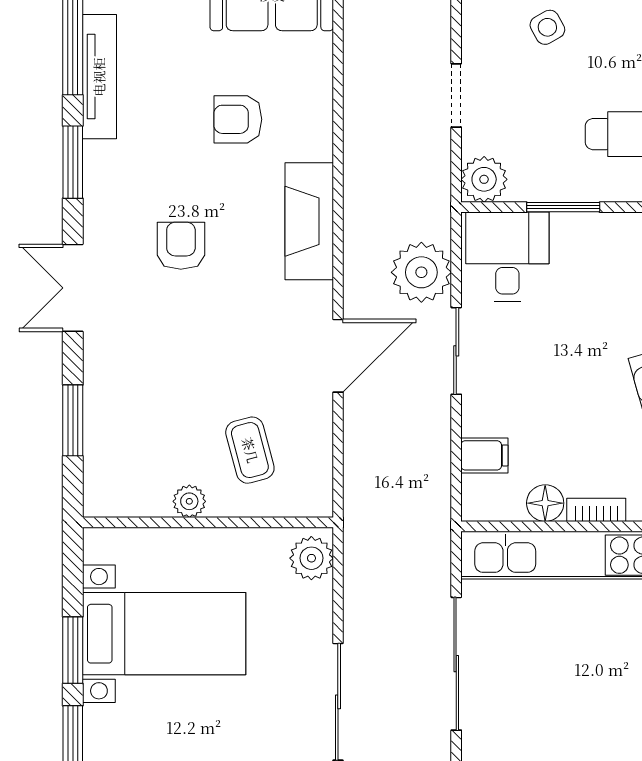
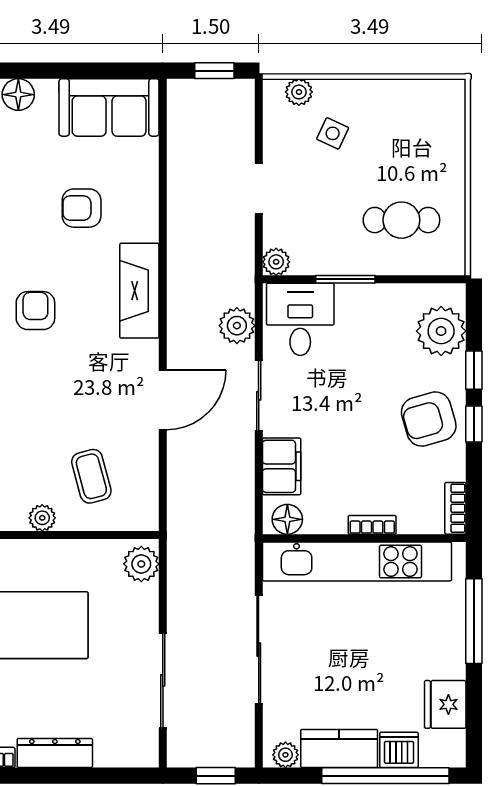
side table: (547, 27) -> (333, 133), turned -36
plant: (484, 179) -> (276, 262), width x0.73, depth x0.73
plant: (421, 272) -> (237, 326), width x0.73, depth x0.73
filing cabinet: (484, 455) -> (282, 466), width x2.00
floor lamp: (545, 503) -> (287, 519), moved

